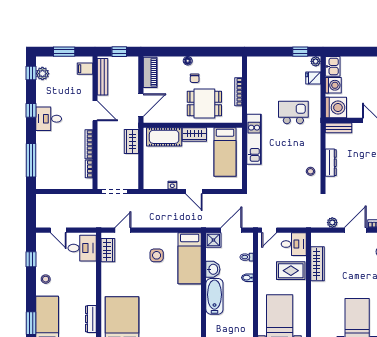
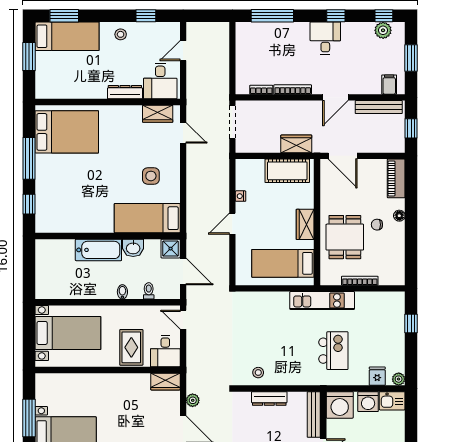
window: (300, 52) -> (411, 323), moved
piano: (150, 72) -> (396, 178), moved, turned 90
bench: (339, 128) -> (314, 414), width x1.36
cot: (164, 137) -> (287, 171), moved, turned 90
kitchen unit: (254, 139) -> (322, 301), moved
wardrobe: (318, 264) -> (165, 382), moved, width x0.67
dresser: (91, 319) -> (125, 92), moved

